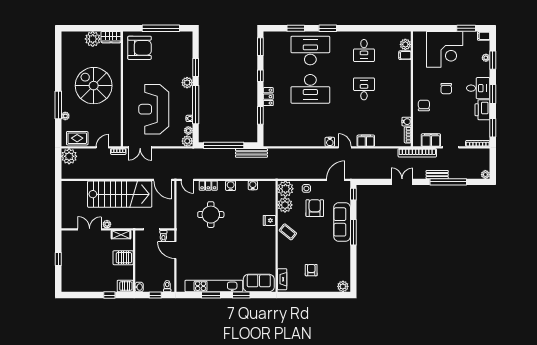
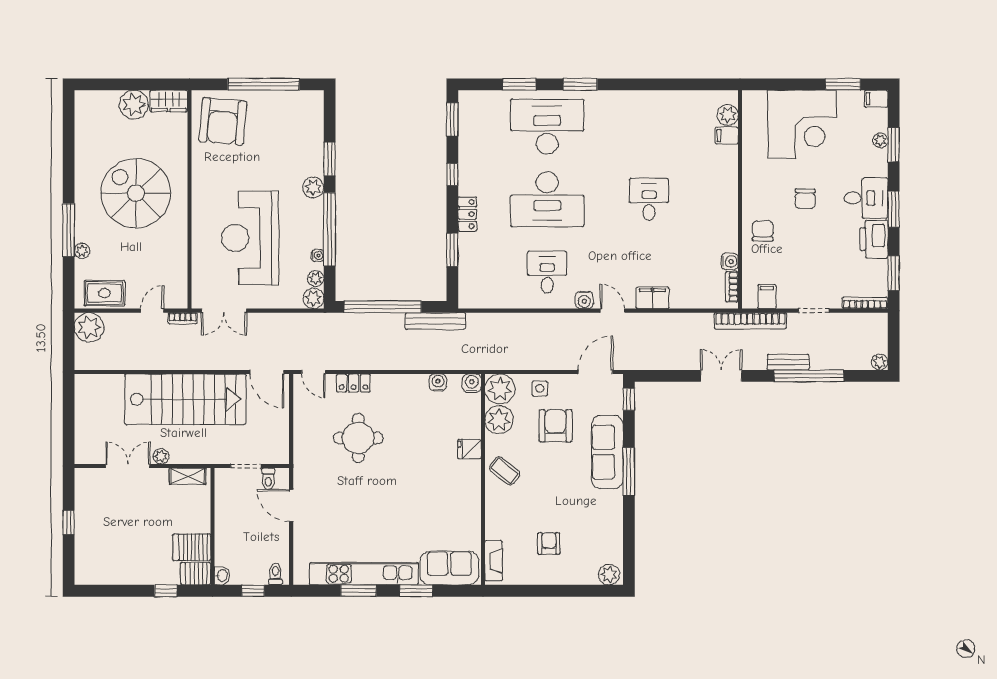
armchair: (139, 48) -> (223, 121), turned 95
desk: (364, 51) -> (547, 272), moved, turned 180
filing cabinet: (431, 140) -> (767, 297), width x0.50
water cooler: (231, 186) -> (472, 383), moved
server rack: (123, 258) -> (192, 547), moved

